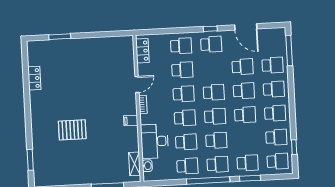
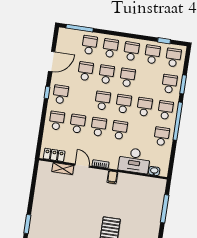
school desk: (186, 142) -> (141, 133), removed
shelving: (135, 164) -> (63, 169), moved

